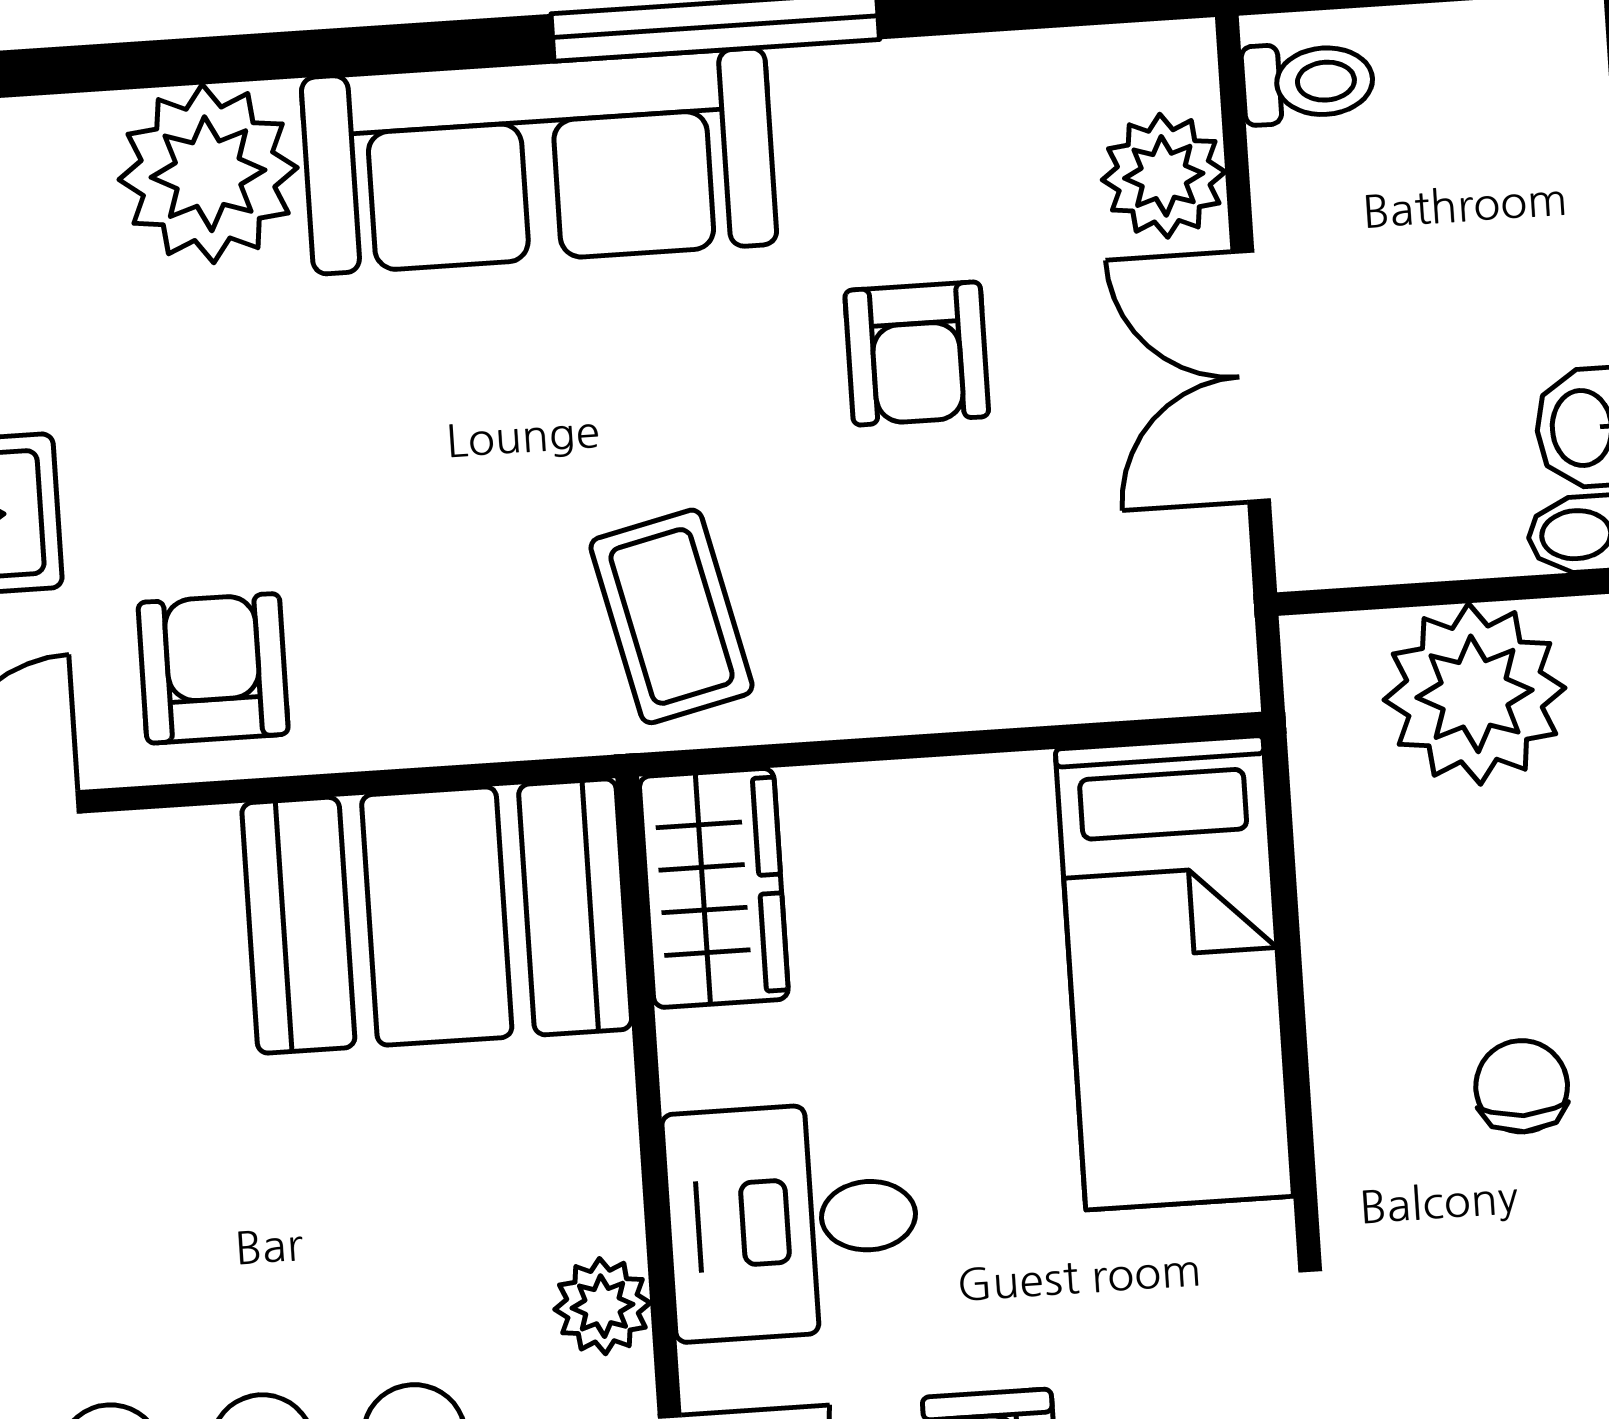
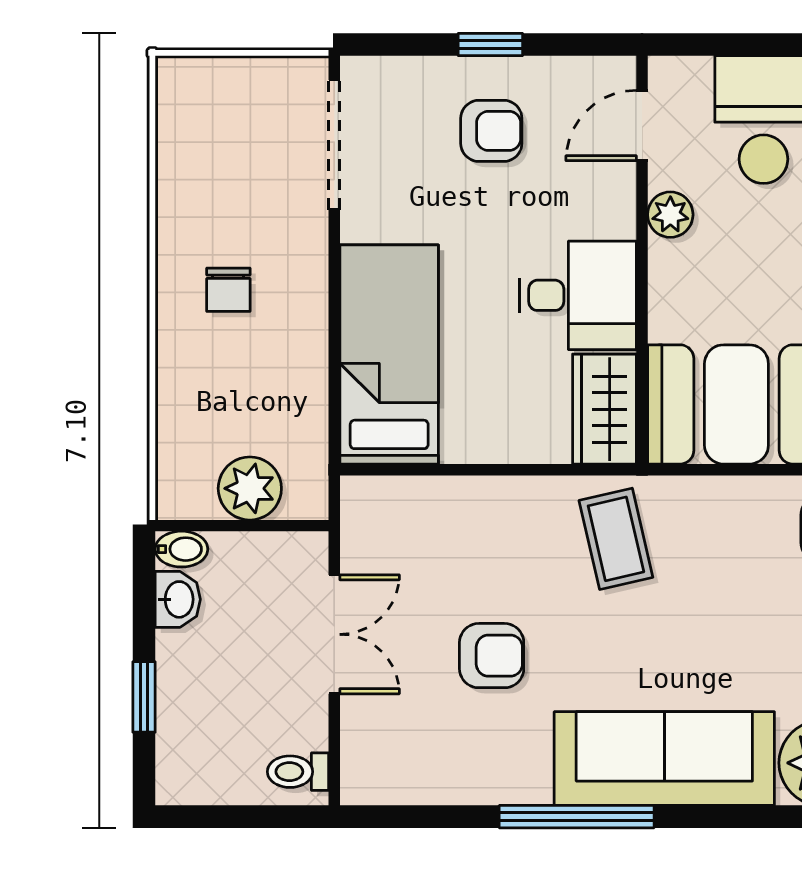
plant: (1164, 176) -> (369, 732), removed
armchair: (917, 353) -> (492, 656), turned 90
plant: (1475, 694) -> (250, 488), width x0.73, depth x0.73
desk: (792, 1221) -> (578, 295), moved

